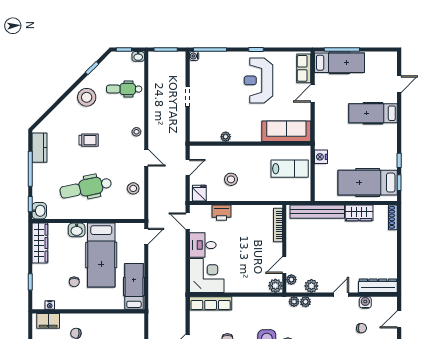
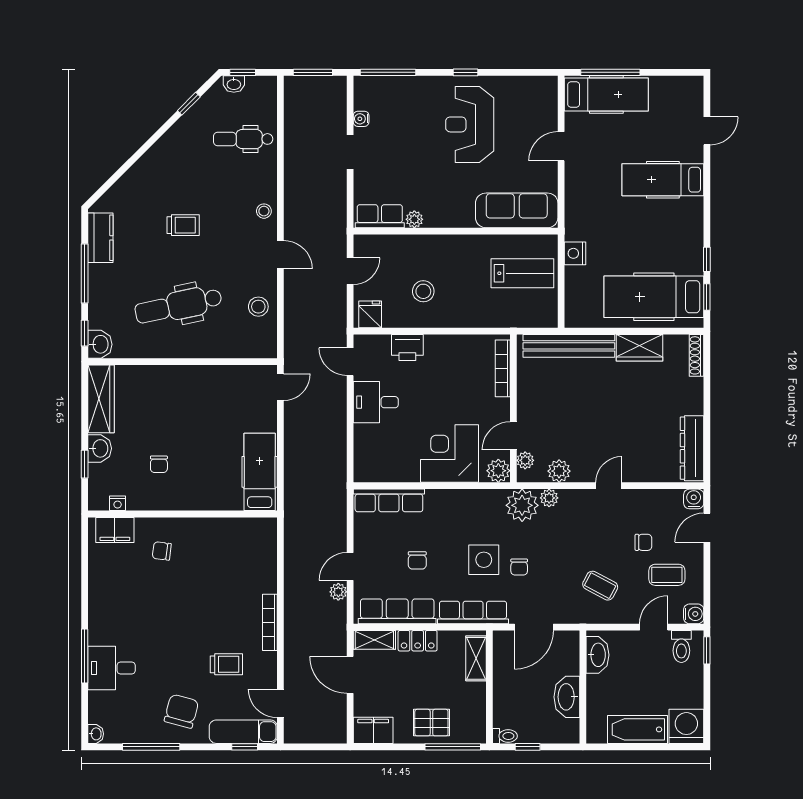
washbasin: (138, 56) -> (234, 84), moved
water cooler: (194, 56) -> (361, 119), moved
row of seats: (304, 68) -> (380, 216), moved, turned 90
stool: (87, 97) -> (180, 153), removed
washbasin: (77, 230) -> (100, 448), moved, turned -90
hospital bed: (101, 255) -> (205, 419), removed
corner desk: (207, 276) -> (449, 454), moved, turned -90
dresser: (378, 286) -> (692, 448), moved, turned -90
plant: (294, 302) -> (522, 505), width x1.87, depth x1.87
water cooler: (365, 302) -> (694, 499), moved

